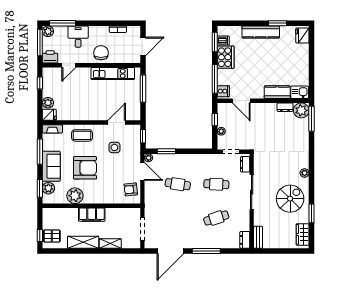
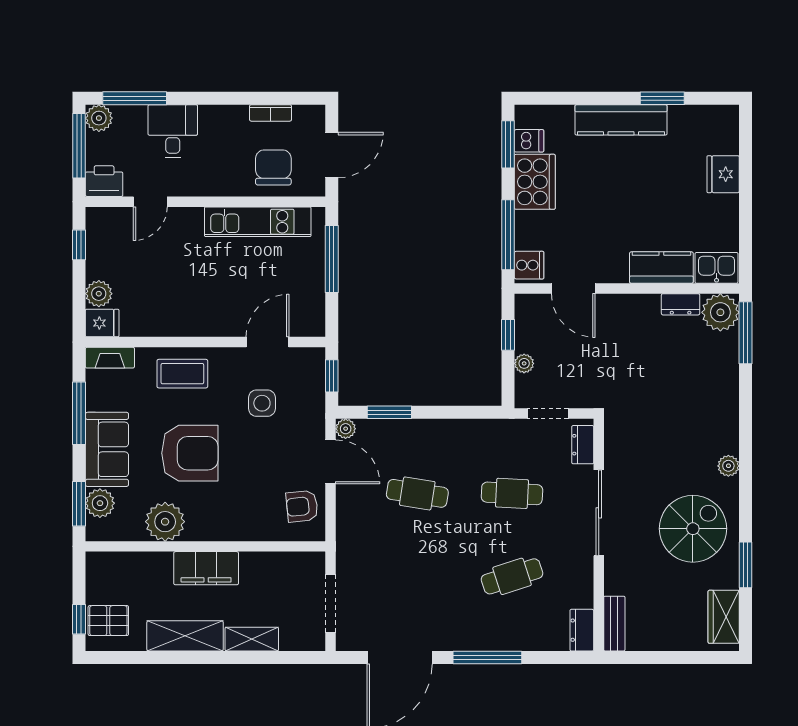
fridge: (302, 36) -> (723, 174), moved
chair: (101, 53) -> (273, 167), moved

